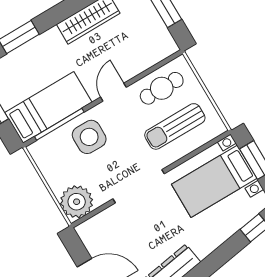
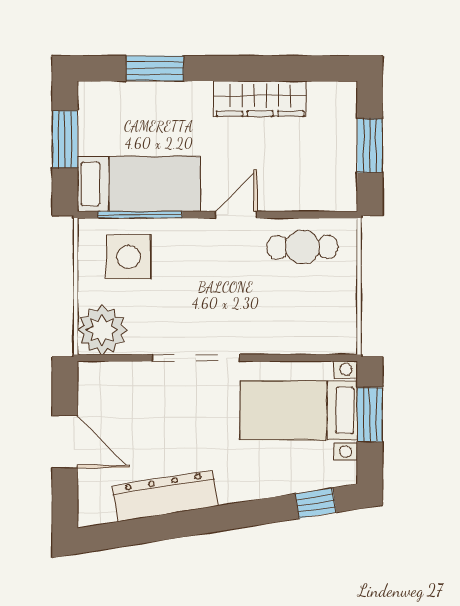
sun lounger: (175, 126) -> (290, 308), removed
side table: (89, 137) -> (129, 257), moved

